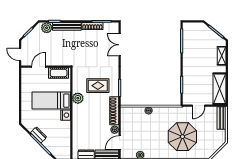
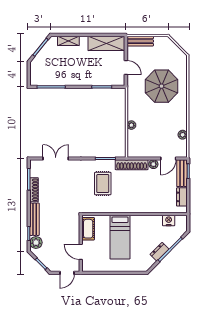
double door: (120, 45) -> (56, 159), swing flipped
plant: (78, 98) -> (117, 207), removed
nightstand: (66, 115) -> (169, 221), moved
door: (120, 143) -> (168, 159), hinge flipped

